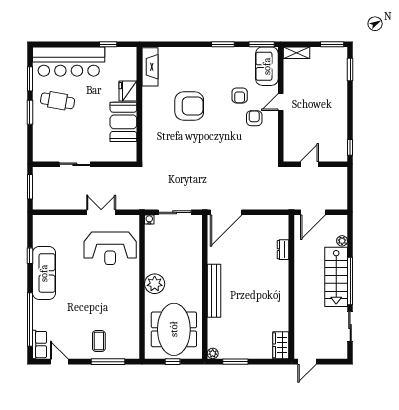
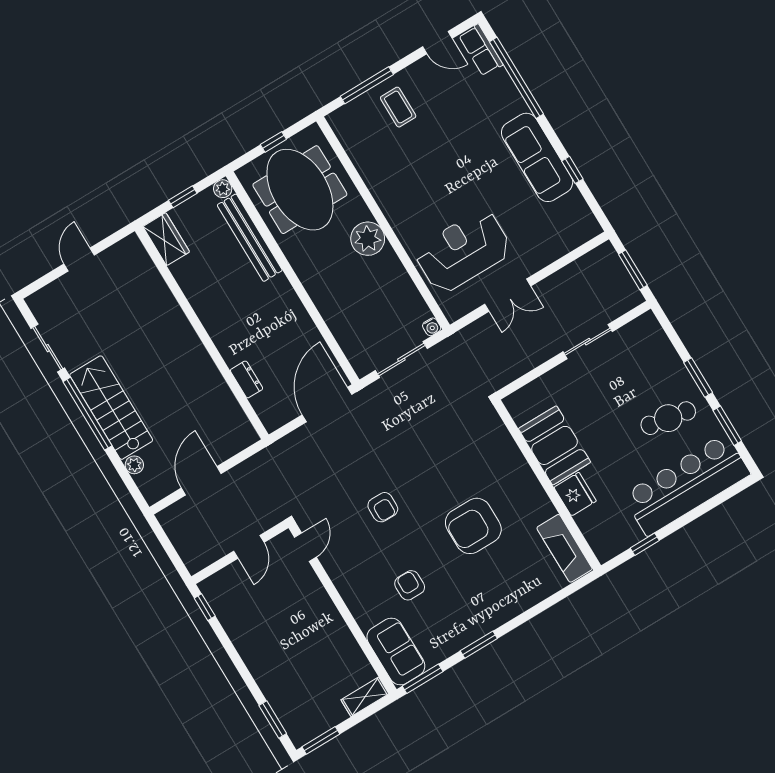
door: (281, 102) -> (305, 547), moved
armchair: (254, 118) -> (383, 507), moved
dresser: (283, 250) -> (247, 379), moved
wall: (291, 287) -> (202, 333), moved
bench: (214, 291) -> (250, 238), moved
wardrobe: (281, 345) -> (166, 239), moved
window: (235, 362) -> (183, 197), width x0.67

